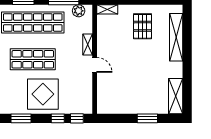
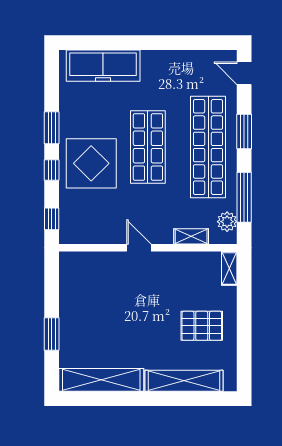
shelving: (88, 45) -> (191, 236), moved
door: (95, 65) -> (139, 248), swing flipped
shelving: (176, 96) -> (101, 380), width x1.47
window: (58, 118) -> (52, 170), moved

